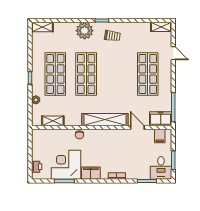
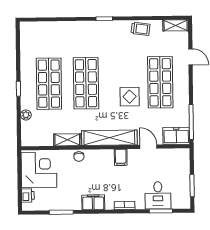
shelving: (42, 27) -> (33, 27), removed
plant: (85, 31) -> (83, 31), removed
trolley: (112, 36) -> (141, 29), moved
display table: (122, 86) -> (130, 97), added
shelving: (53, 121) -> (67, 140), moved
filing cabinet: (160, 136) -> (121, 157), moved
corner desk: (66, 165) -> (39, 170), moved, turned 90
desk: (161, 168) -> (158, 195), moved

